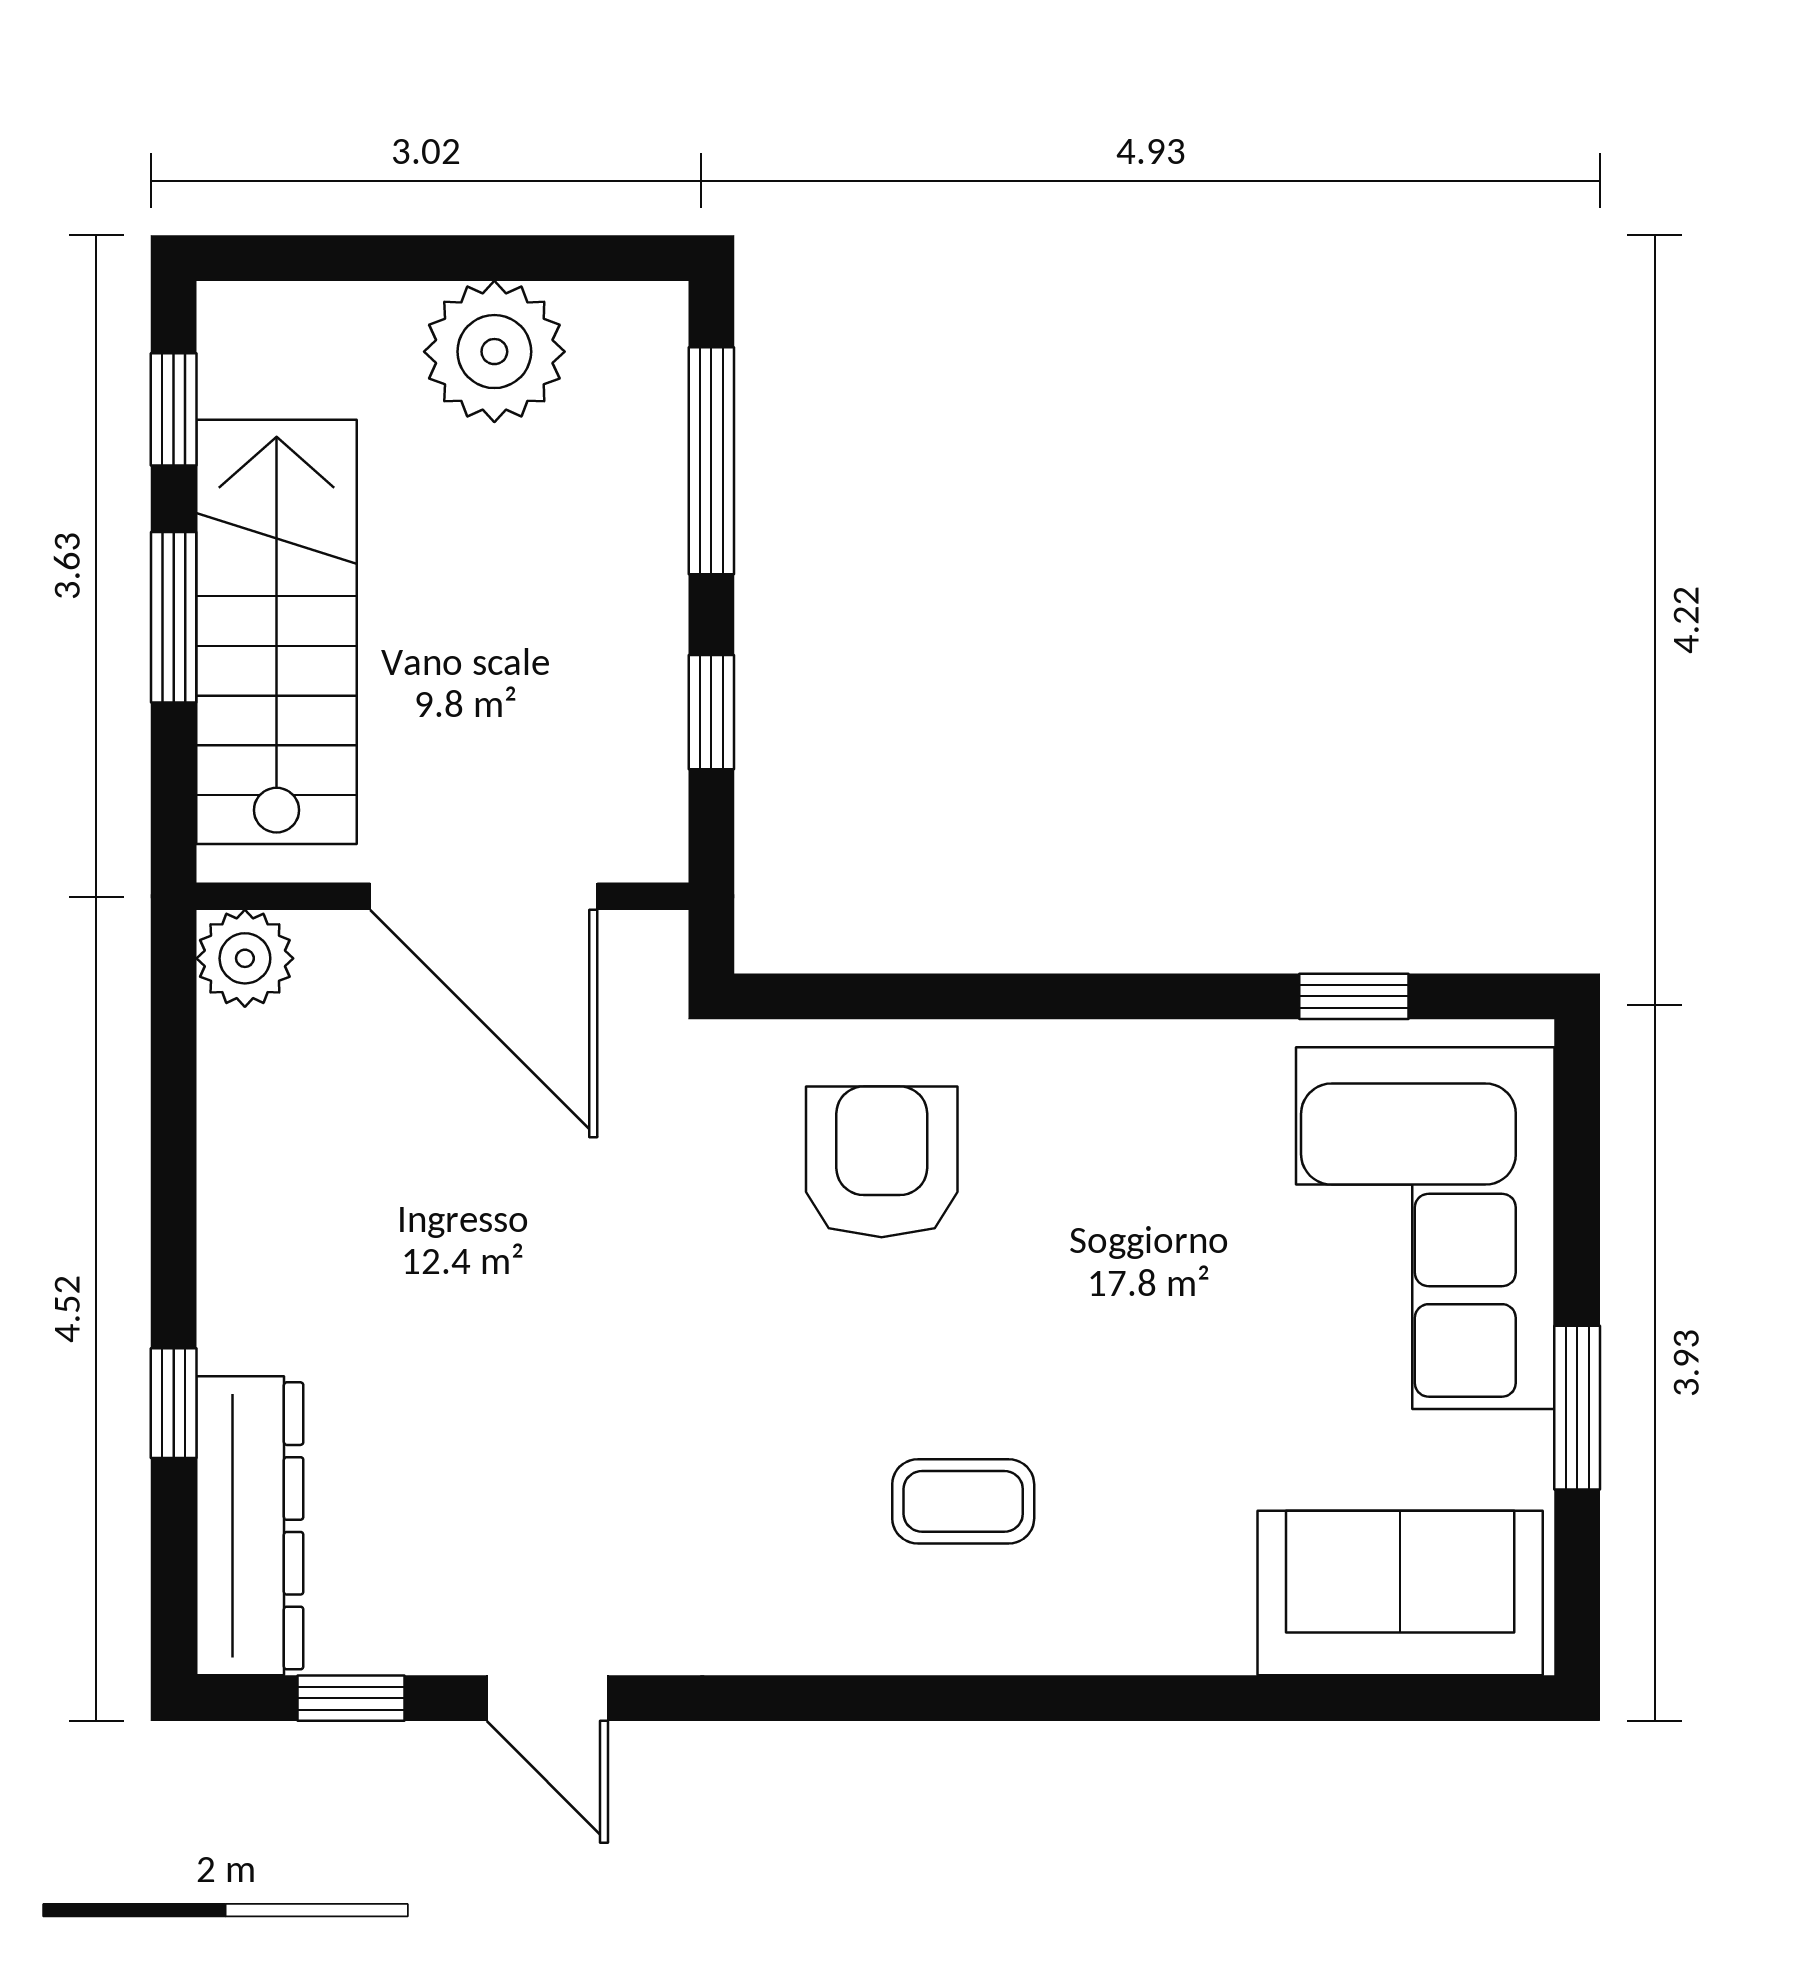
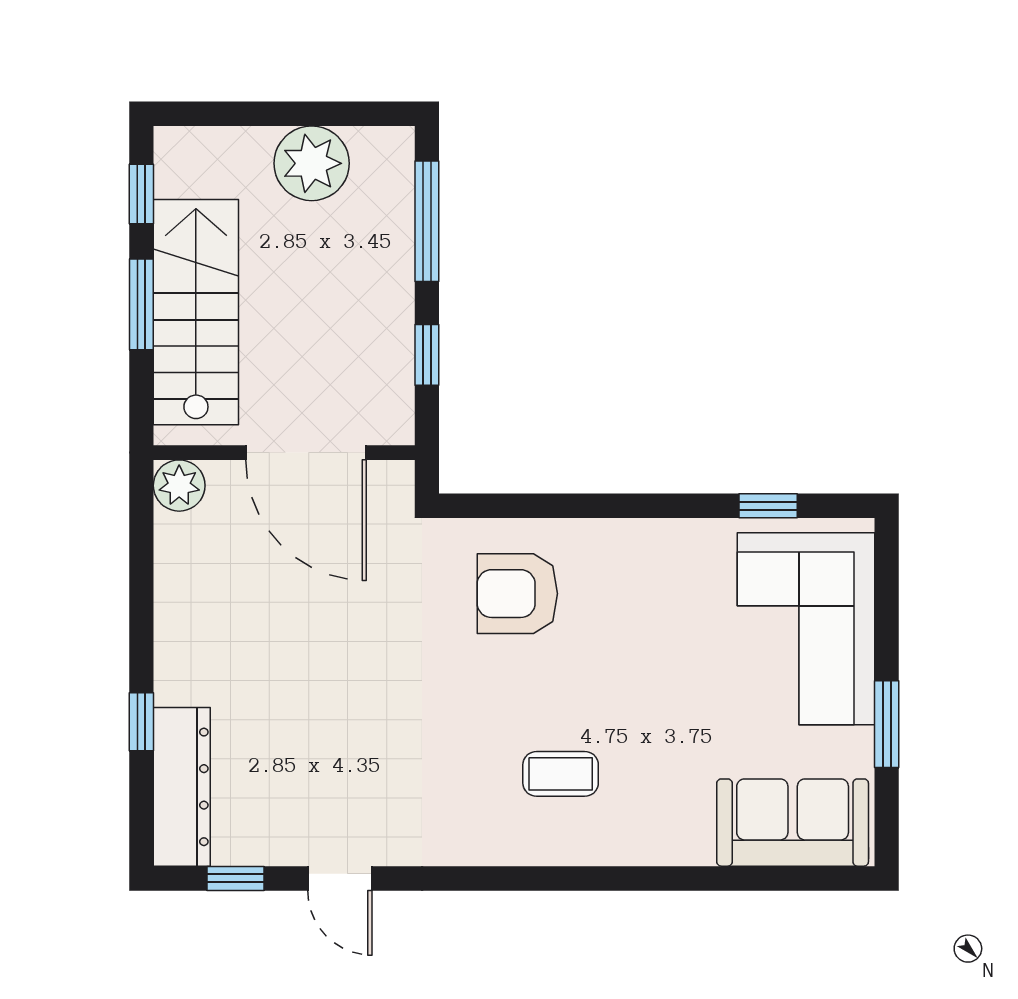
armchair: (882, 1162) -> (517, 594), turned -90

